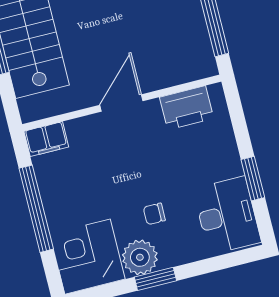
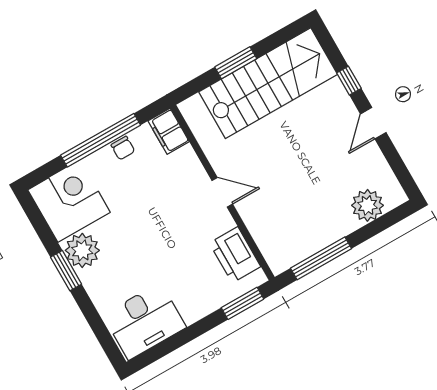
door: (121, 103) -> (222, 192), width x0.73
window: (253, 179) -> (242, 303), moved
chair: (154, 214) -> (123, 148), moved, turned 180

